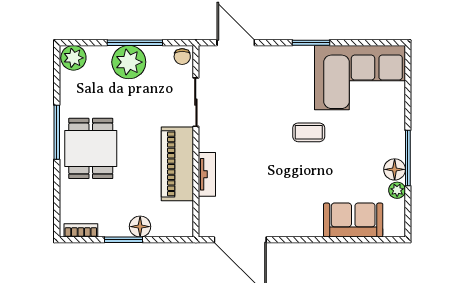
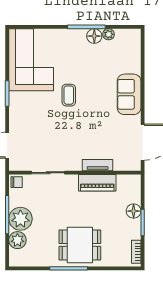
plant: (73, 58) -> (17, 240), moved
piano: (177, 164) -> (97, 183), width x0.73, depth x0.75
sofa: (353, 220) -> (129, 94), moved

